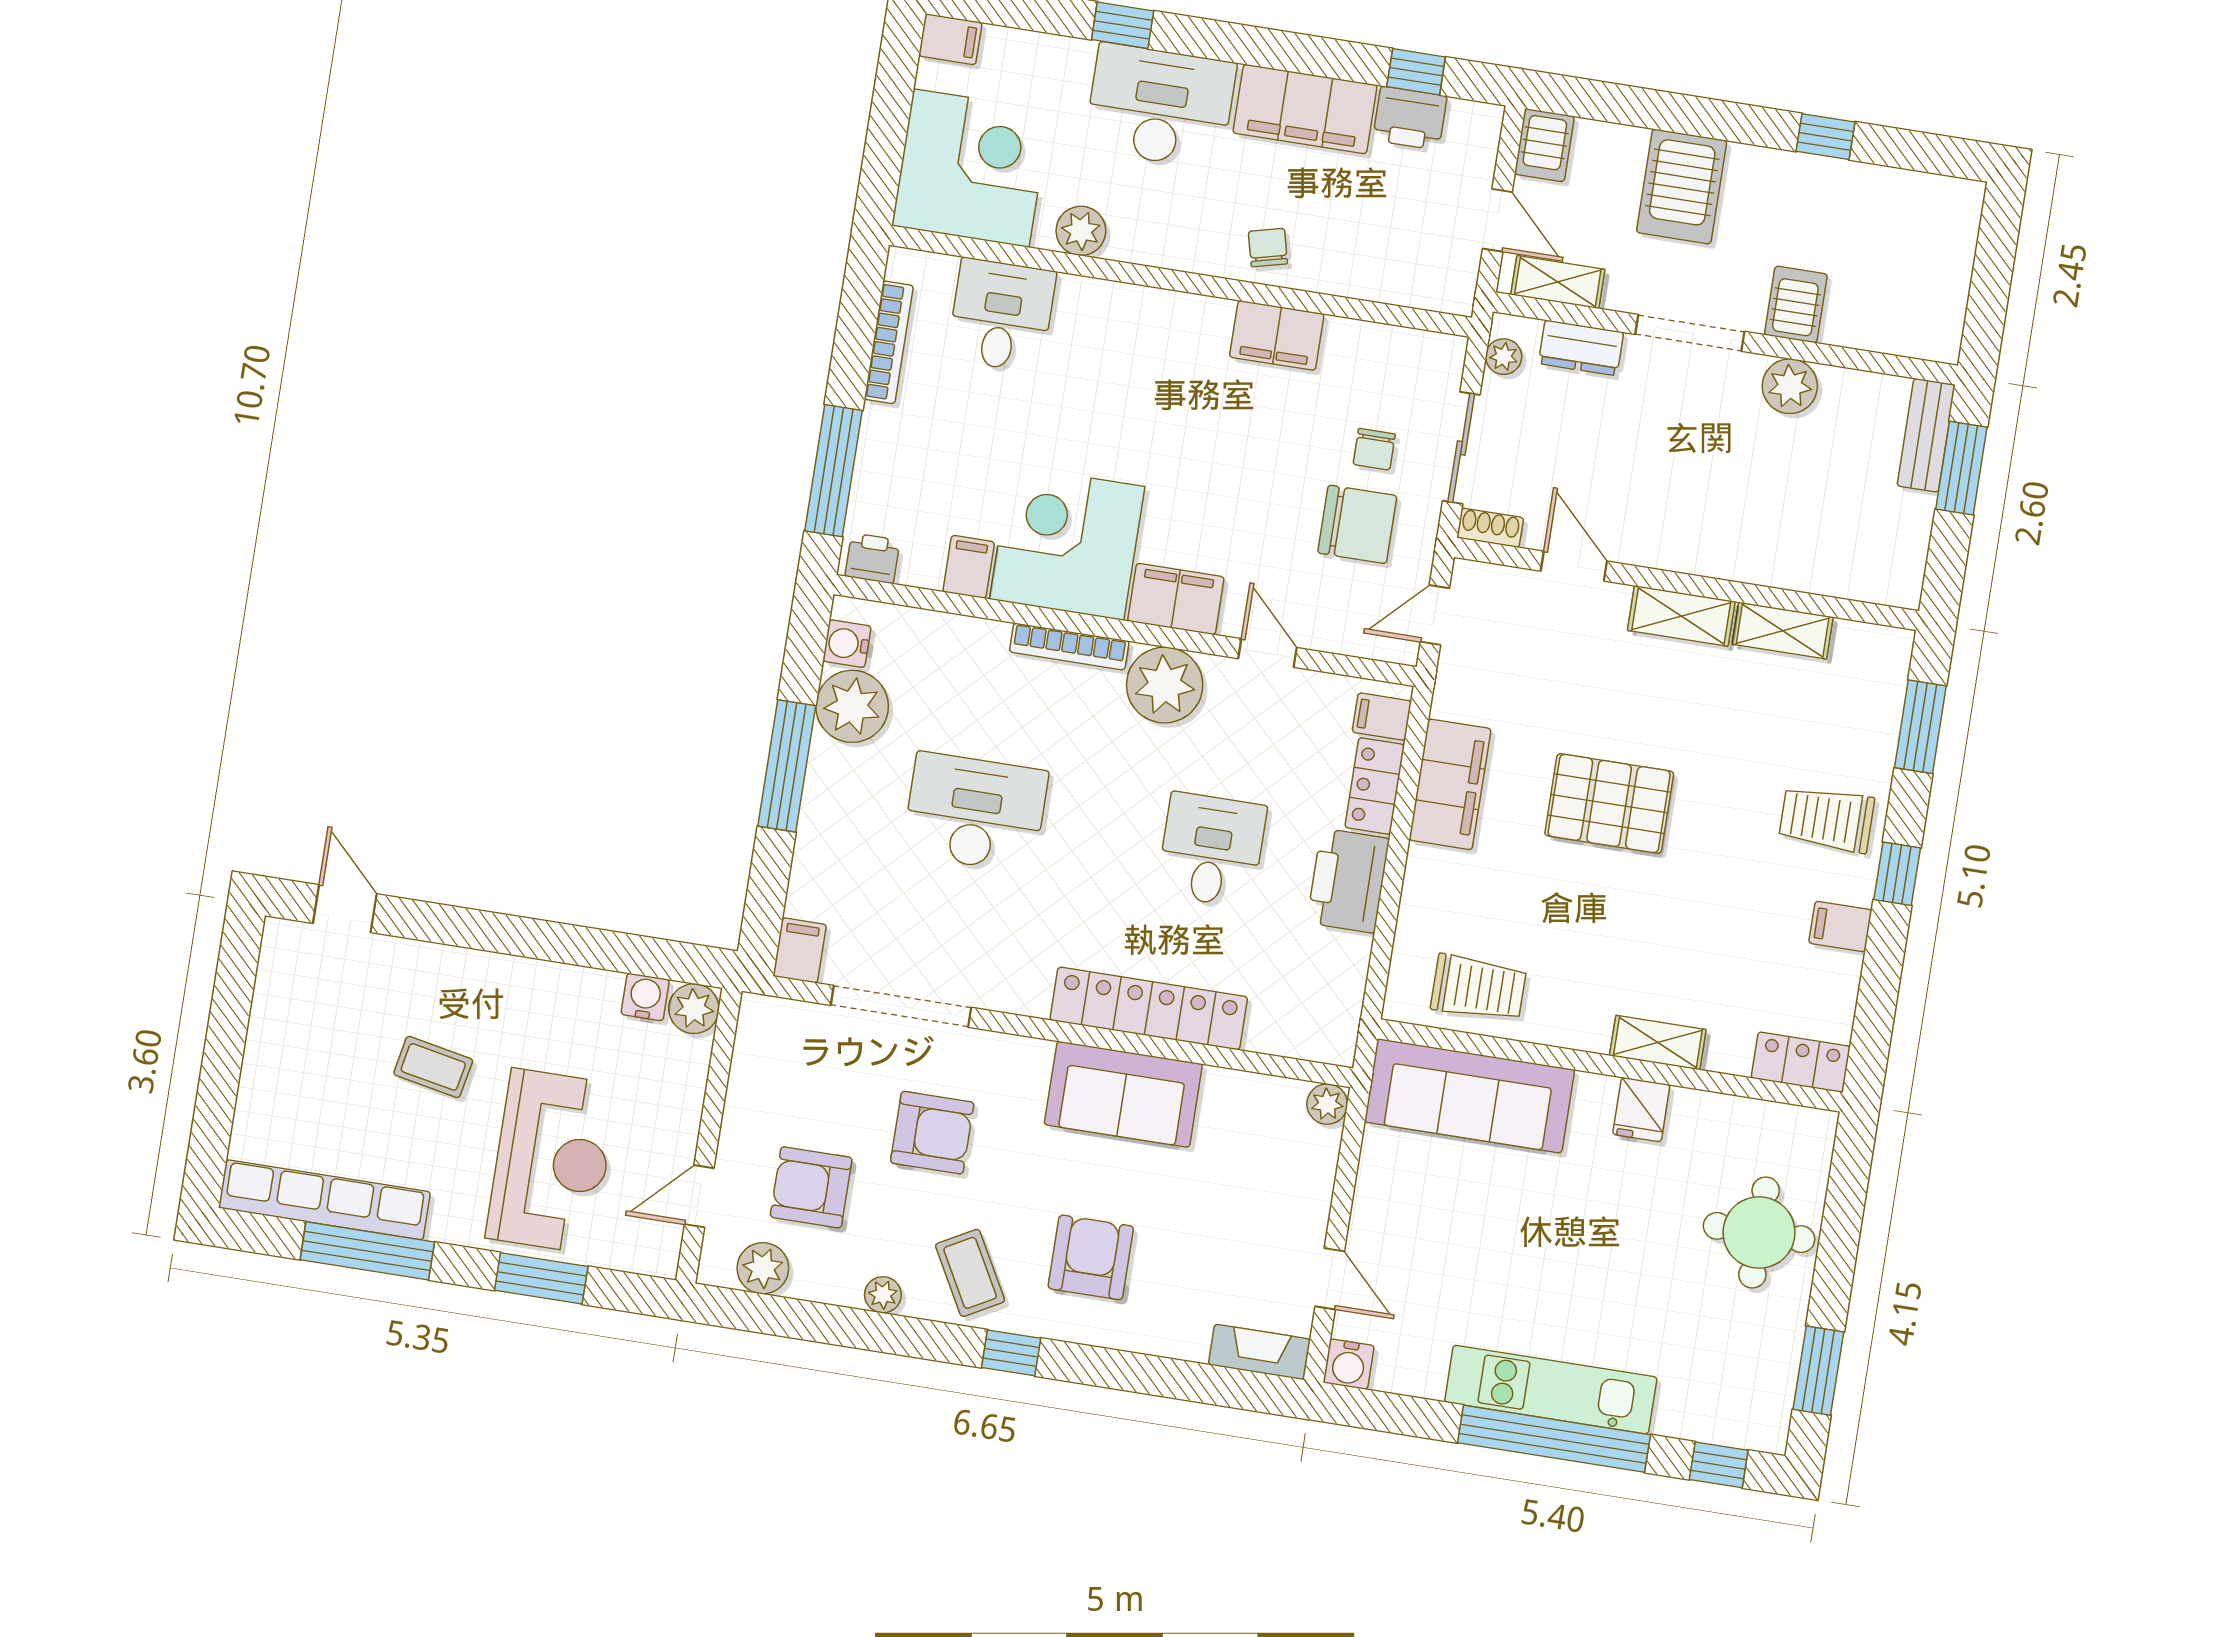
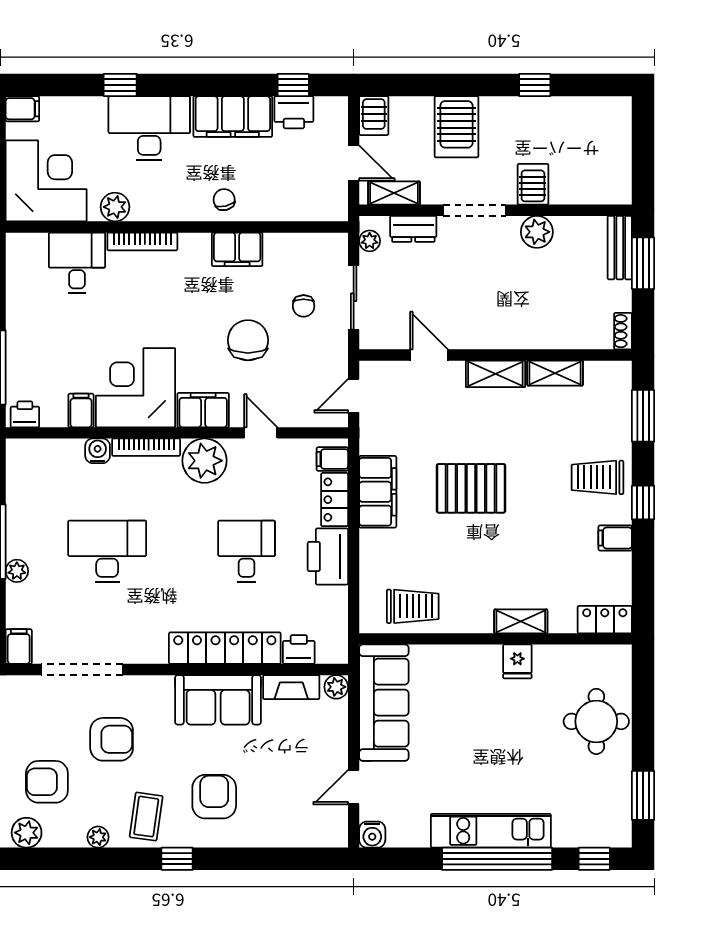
bookcase: (889, 342) -> (142, 241), moved, turned 90
chair: (1357, 524) -> (248, 340), moved, turned -90
shoe rack: (1490, 528) -> (623, 331), moved, turned -90
water cooler: (847, 644) -> (98, 451), moved, turned 90
plant: (852, 706) -> (17, 571), moved, width x0.53, depth x0.53
printer: (1274, 1031) -> (299, 650), added
sofa: (1469, 1096) -> (384, 703), moved, turned -90
coffee table: (970, 1273) -> (146, 817), turned 37
door: (1330, 1279) -> (354, 787), swing flipped
fireplace: (1259, 1352) -> (291, 687), moved, turned 180

